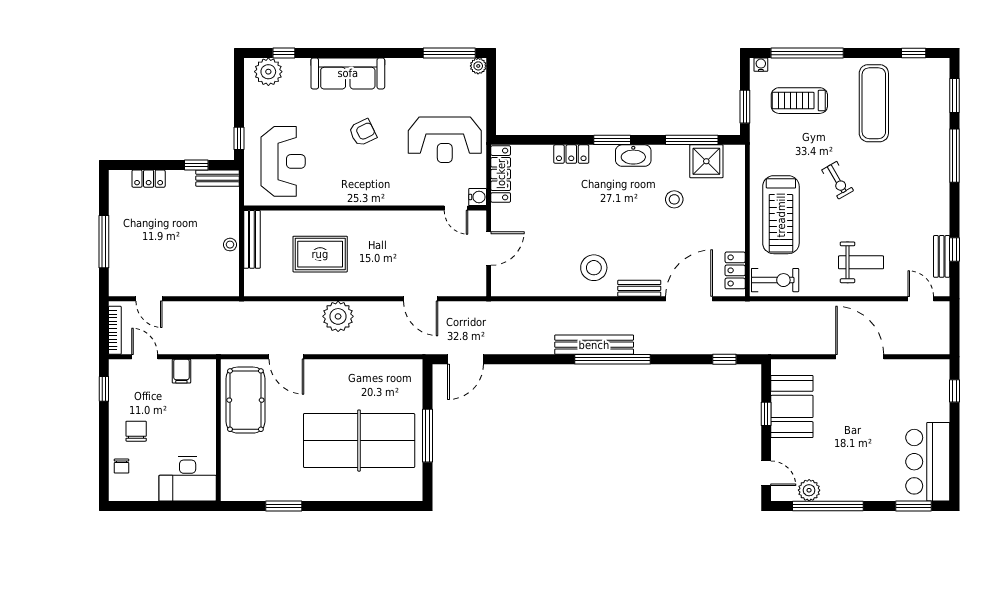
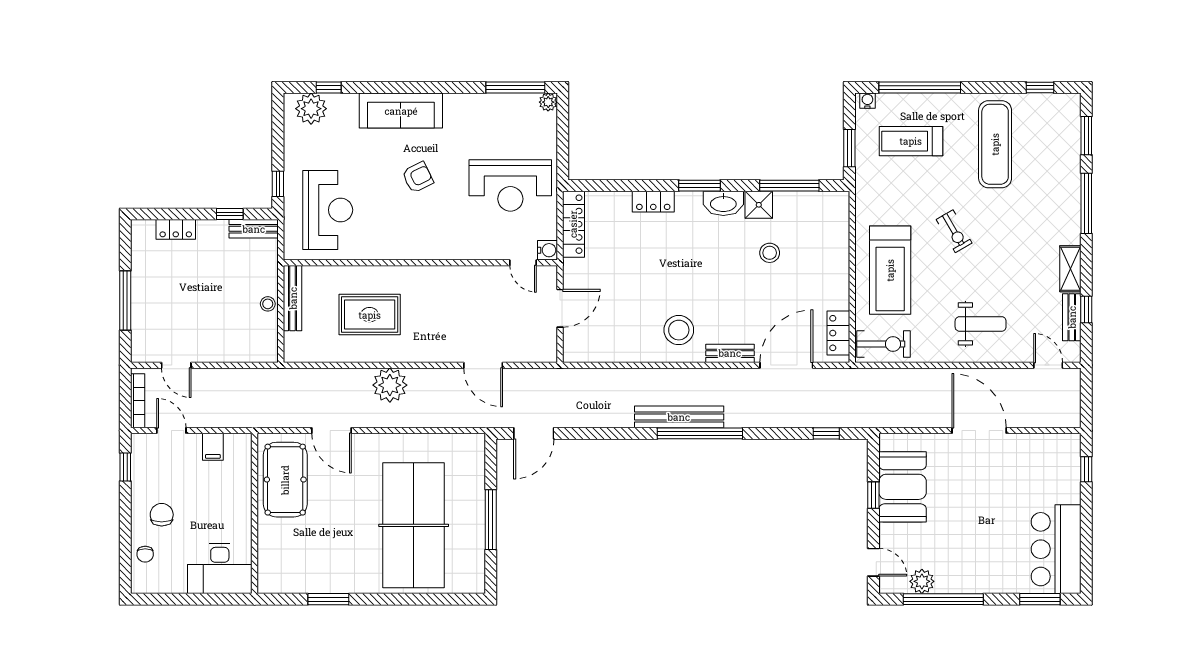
shower: (706, 161) -> (759, 205), moved, width x0.73, depth x0.73
shelving: (940, 213) -> (1070, 269), added
table tennis table: (359, 441) -> (414, 525), turned 90

